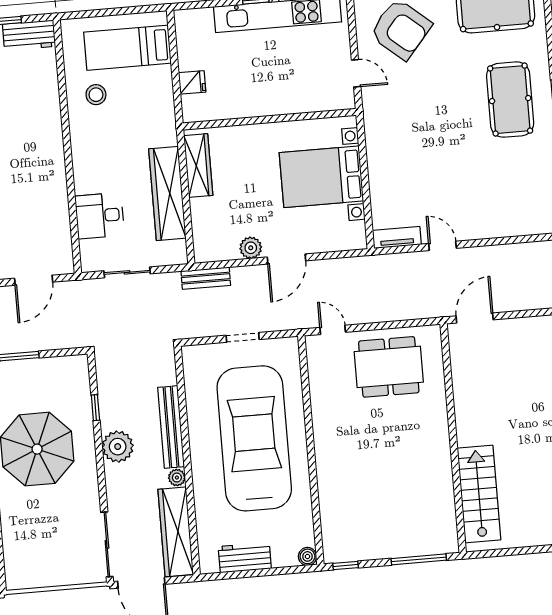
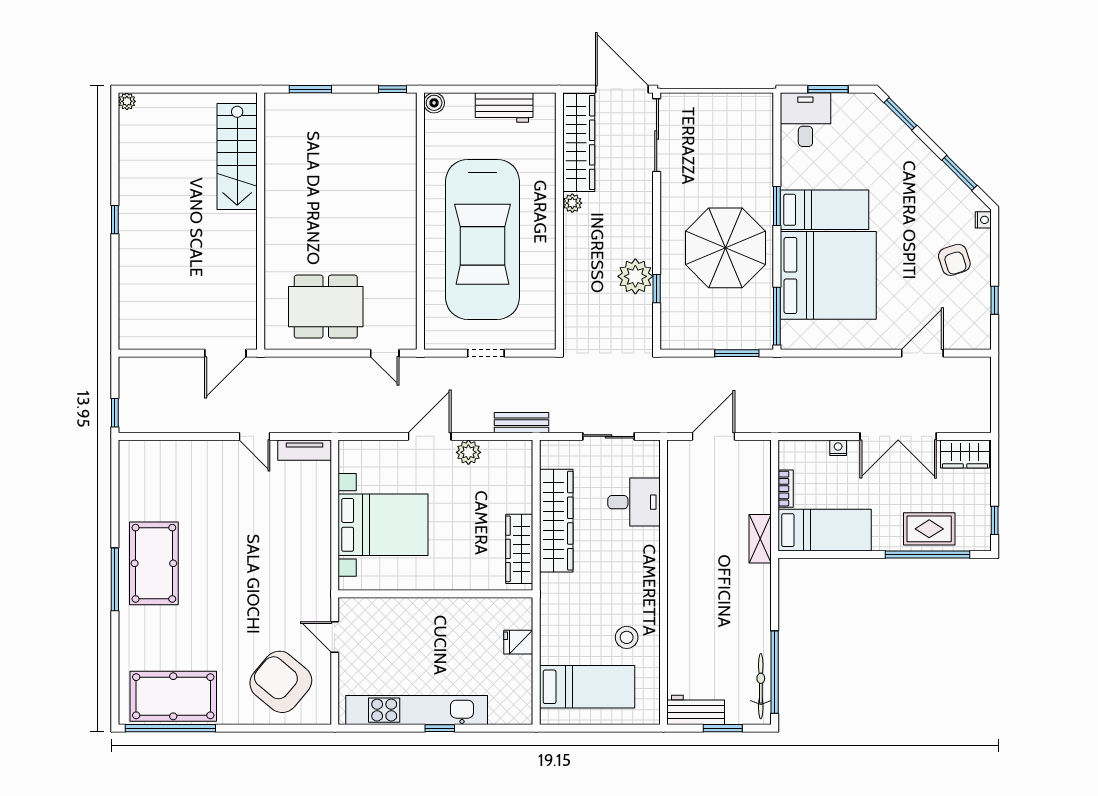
pool table: (510, 100) -> (154, 563), moved
bench: (171, 427) -> (574, 260), removed
plant: (118, 447) -> (635, 276), moved
window: (419, 559) -> (310, 89), width x0.69

